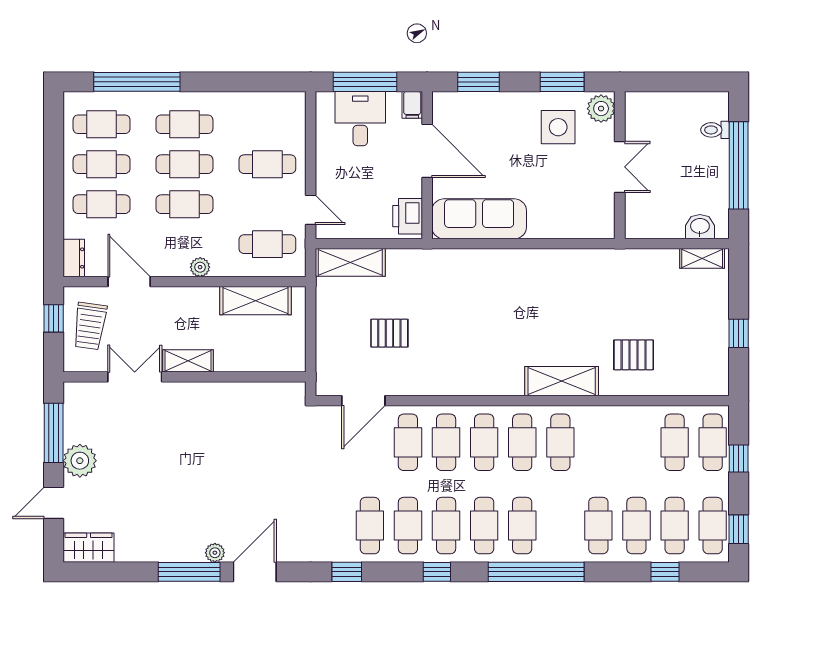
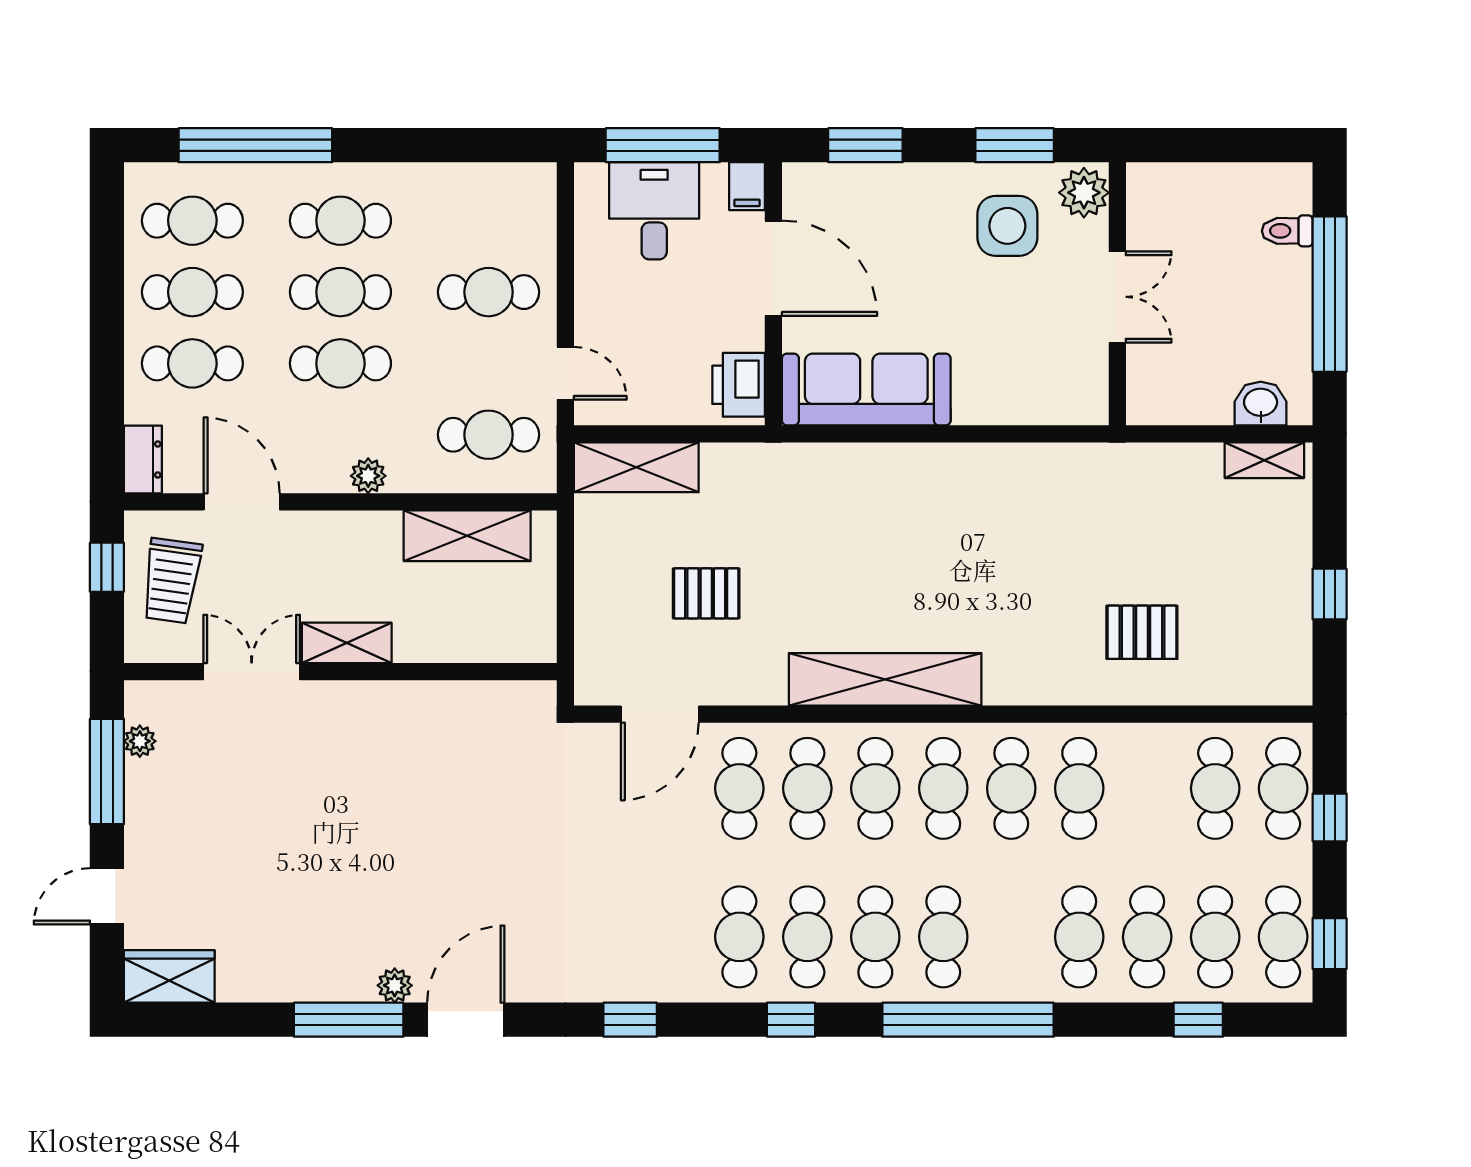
shelving: (562, 381) -> (885, 679), moved, width x1.47
plant: (80, 461) -> (140, 741), moved, width x0.53, depth x0.53
cafe table: (370, 526) -> (1079, 788), moved

